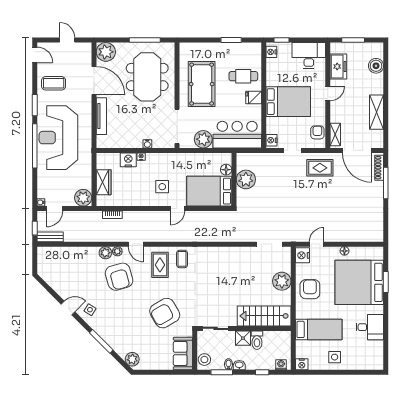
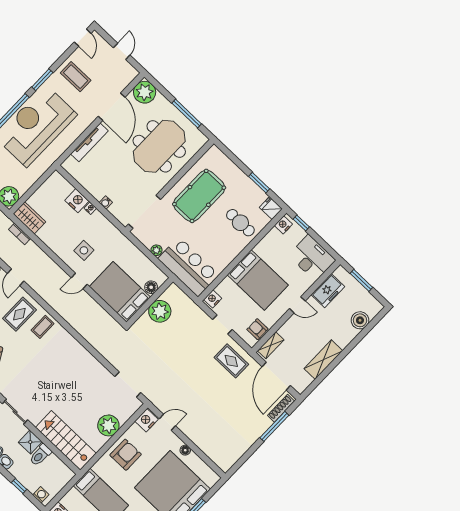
fridge: (254, 98) -> (271, 208), moved
armchair: (317, 132) -> (257, 329), turned -90
plant: (203, 139) -> (156, 250), width x0.53, depth x0.53
wardrobe: (104, 182) -> (29, 218), moved, turned -90

